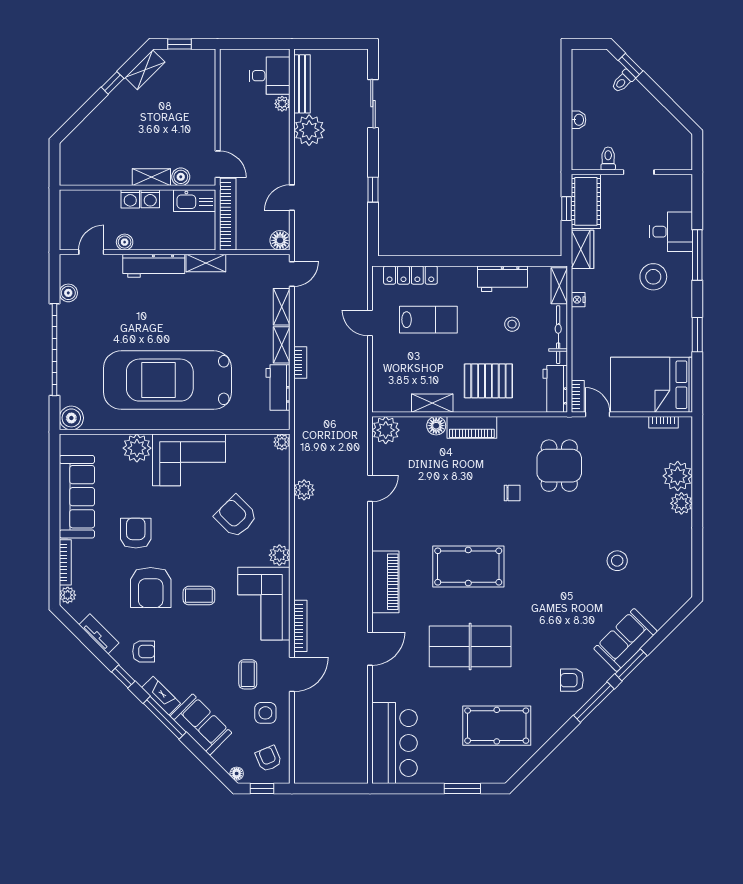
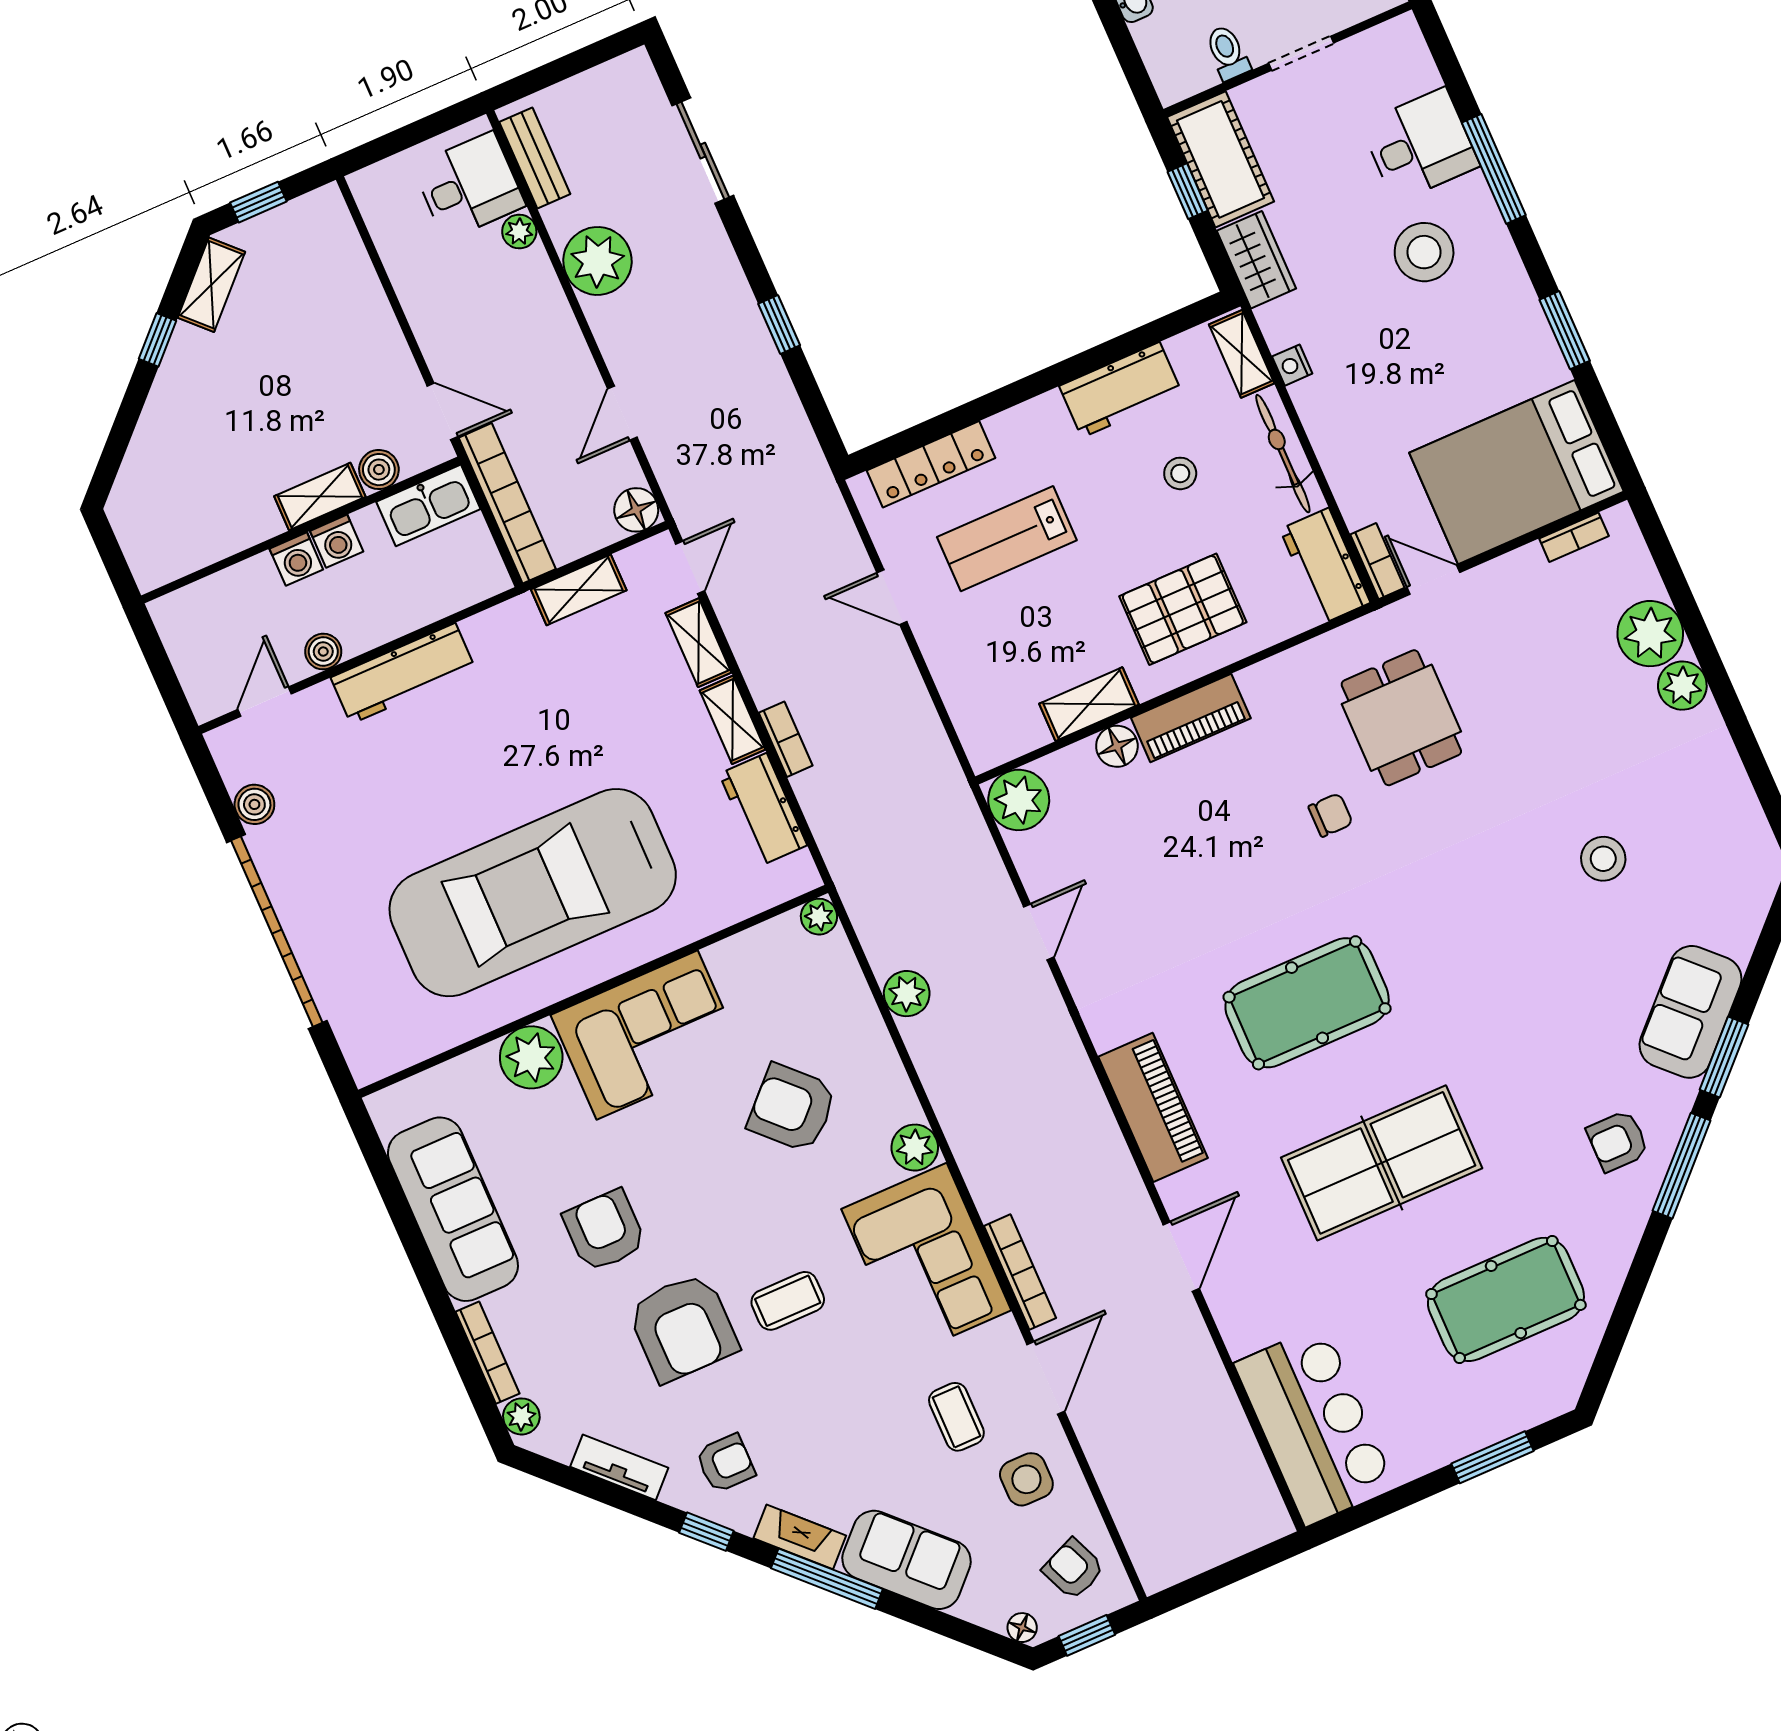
bench: (302, 84) -> (535, 158), width x0.73
shelving: (206, 263) -> (579, 590), moved
lab bench: (428, 320) -> (1007, 539), turned 180
boiler: (71, 418) -> (372, 1055), removed

